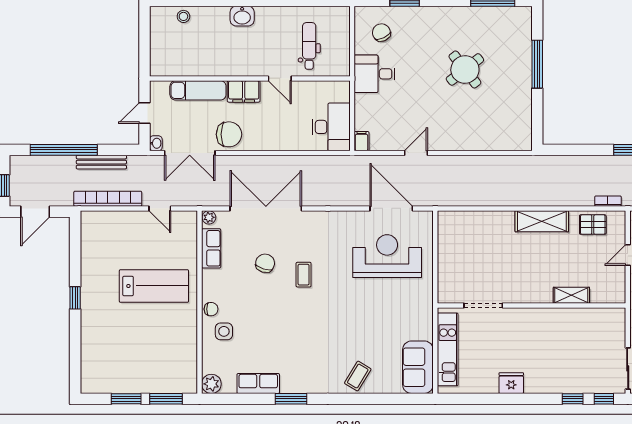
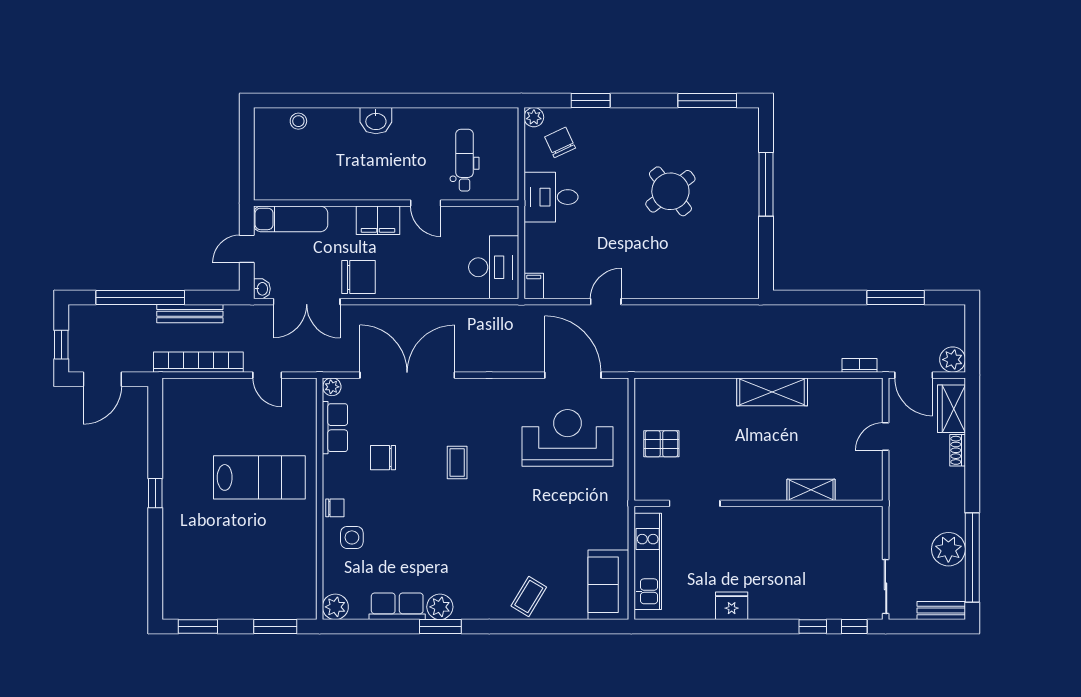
plant: (362, 13) -> (534, 117), added
exam couch: (198, 90) -> (291, 219), moved
pallet: (593, 225) -> (661, 444), moved
chair: (265, 263) -> (383, 458), moved, turned -107
plant: (290, 384) -> (440, 607), added
window: (126, 399) -> (198, 627), moved

